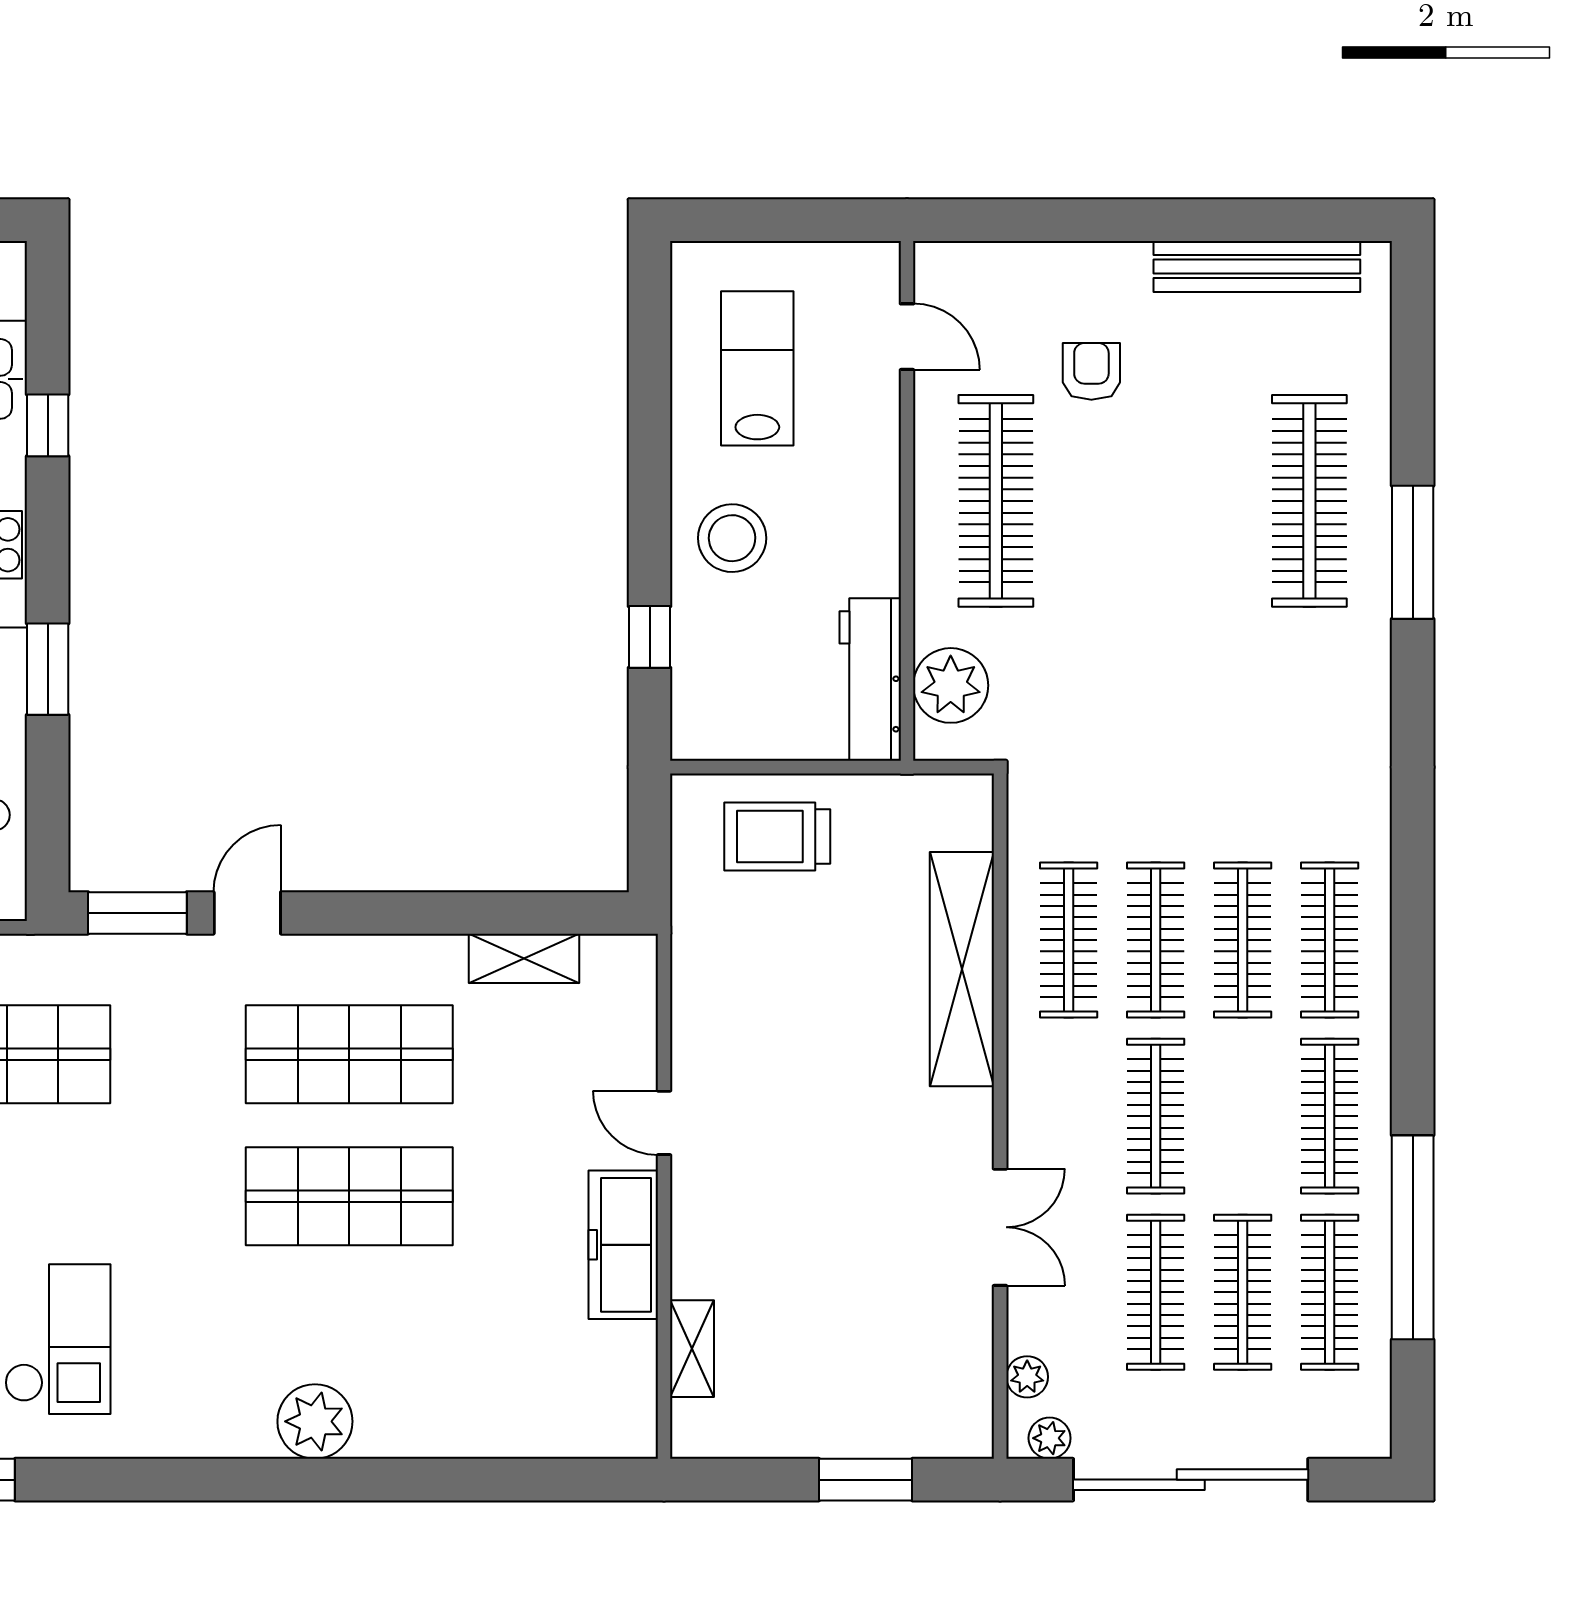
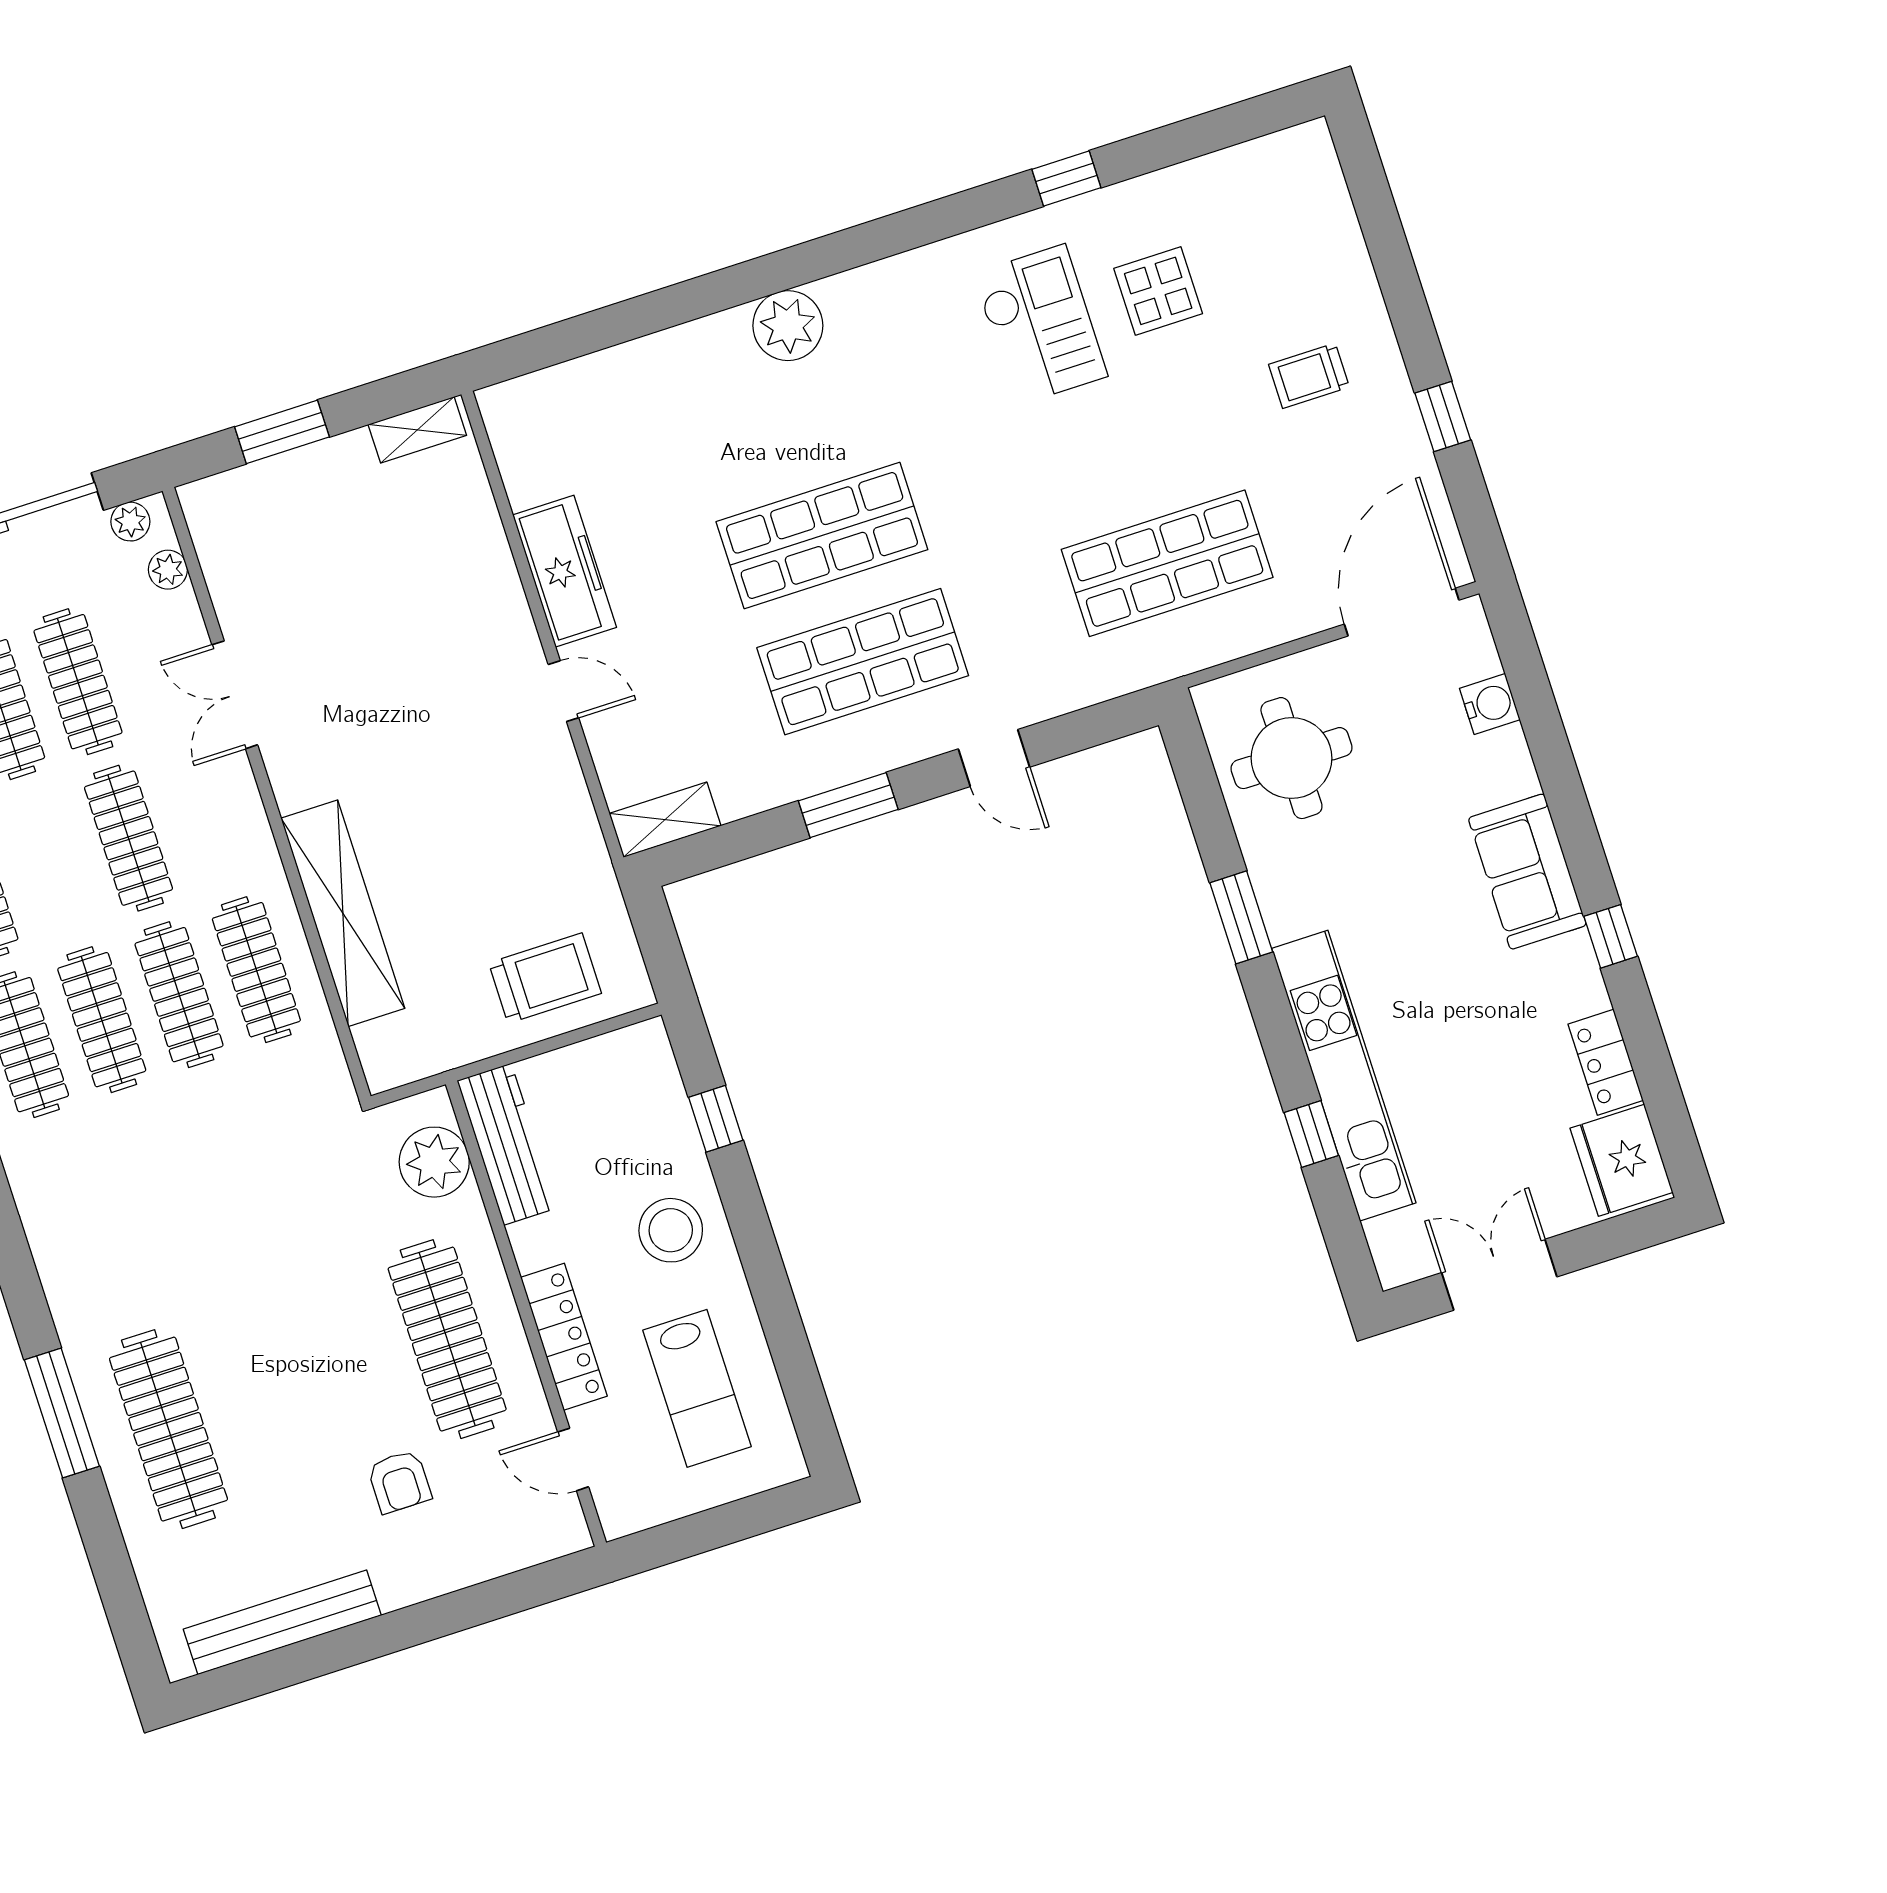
locker: (876, 465) -> (564, 1337), added
window: (137, 913) -> (848, 805), moved
door: (247, 913) -> (994, 758), hinge flipped
shelving: (524, 958) -> (665, 820), moved
checkout: (58, 1339) -> (1040, 325), turned 180
shelving: (692, 1349) -> (417, 430), moved, turned 90

